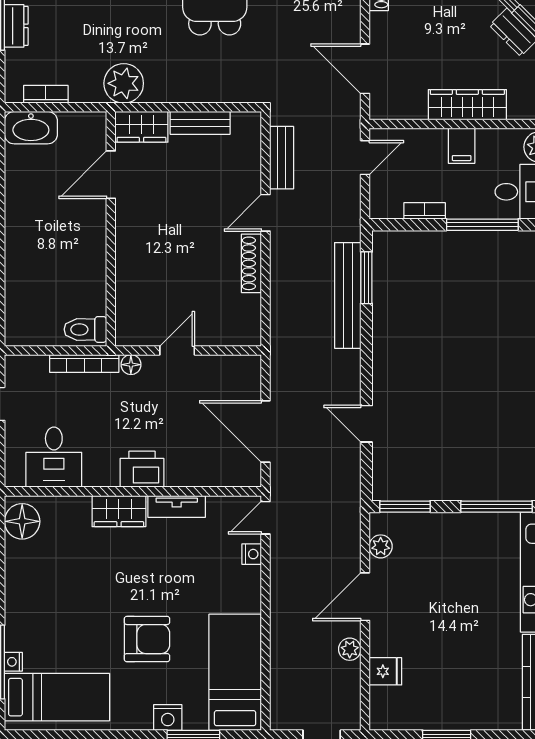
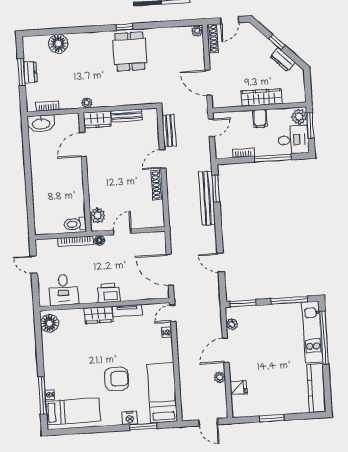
plant: (124, 83) -> (87, 103), width x0.53, depth x0.53
plant: (130, 316) -> (97, 216), added

